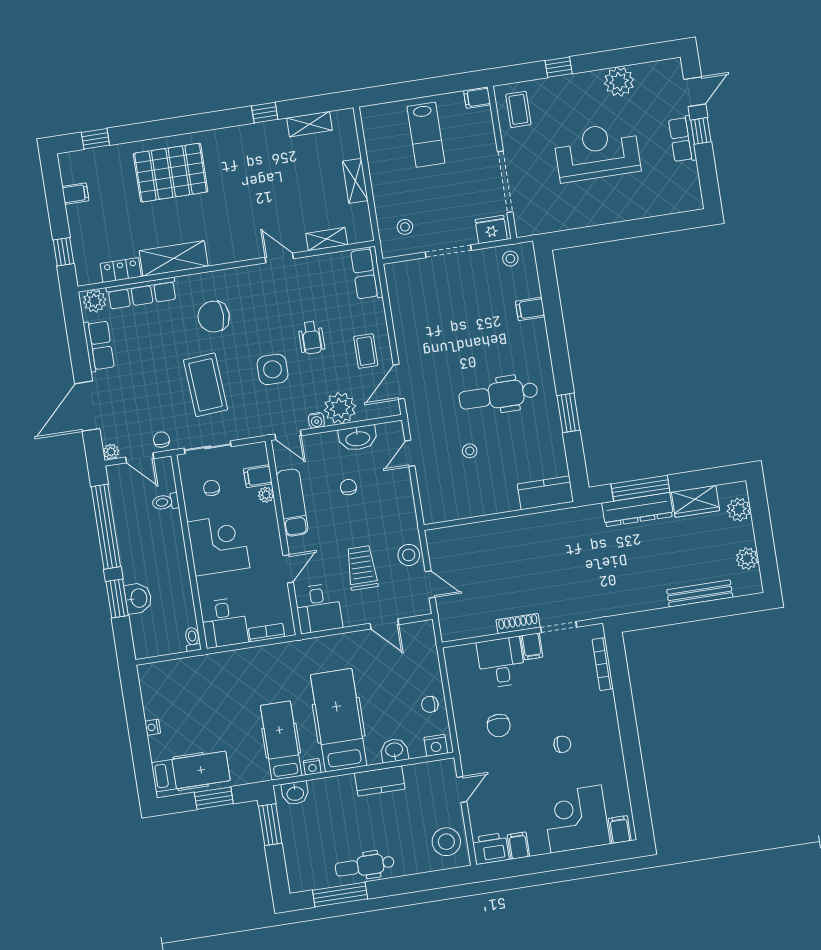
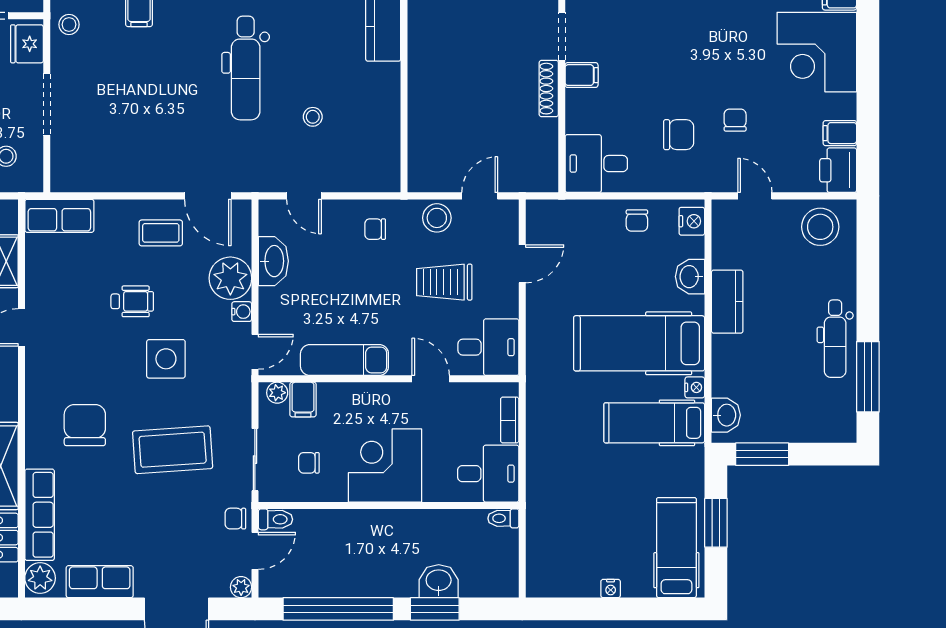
chair: (214, 317) -> (85, 425), turned 180
chair: (348, 487) -> (375, 229), moved
plant: (266, 495) -> (277, 393), moved
toilet: (166, 502) -> (275, 519), moved, turned -90
desk: (501, 662) -> (596, 164), moved
chair: (562, 744) -> (735, 120), moved

